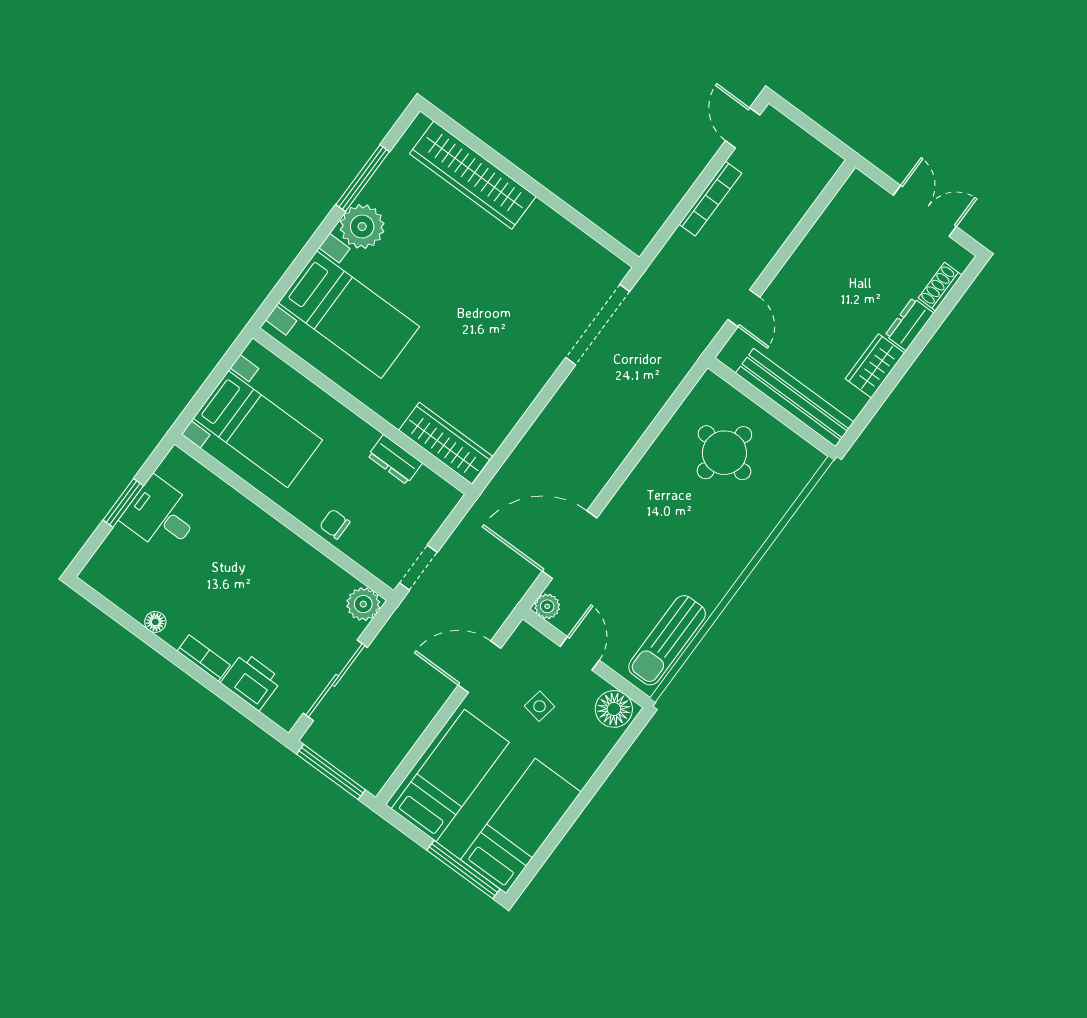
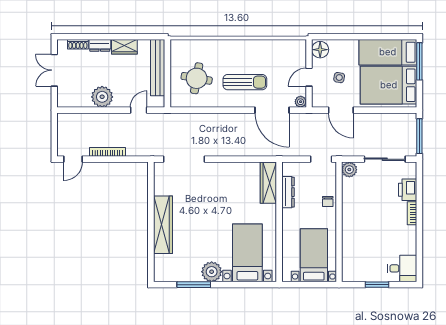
wardrobe: (473, 175) -> (163, 225), moved
plant: (815, 261) -> (102, 97), added
dresser: (395, 460) -> (288, 192), width x1.44
desk: (161, 515) -> (402, 268), moved, turned -90
floor lamp: (155, 622) -> (412, 241), removed
sun lounger: (667, 640) -> (245, 82), moved
bed: (450, 775) -> (389, 85), width x1.50

